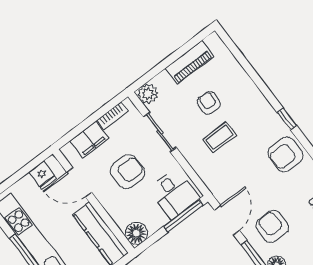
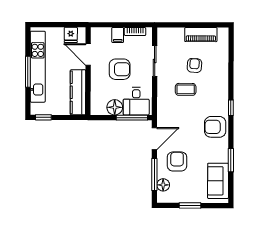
plant: (148, 94) -> (164, 34), removed
filing cabinet: (89, 140) -> (118, 35), width x0.50
floor lamp: (136, 233) -> (115, 107), moved

